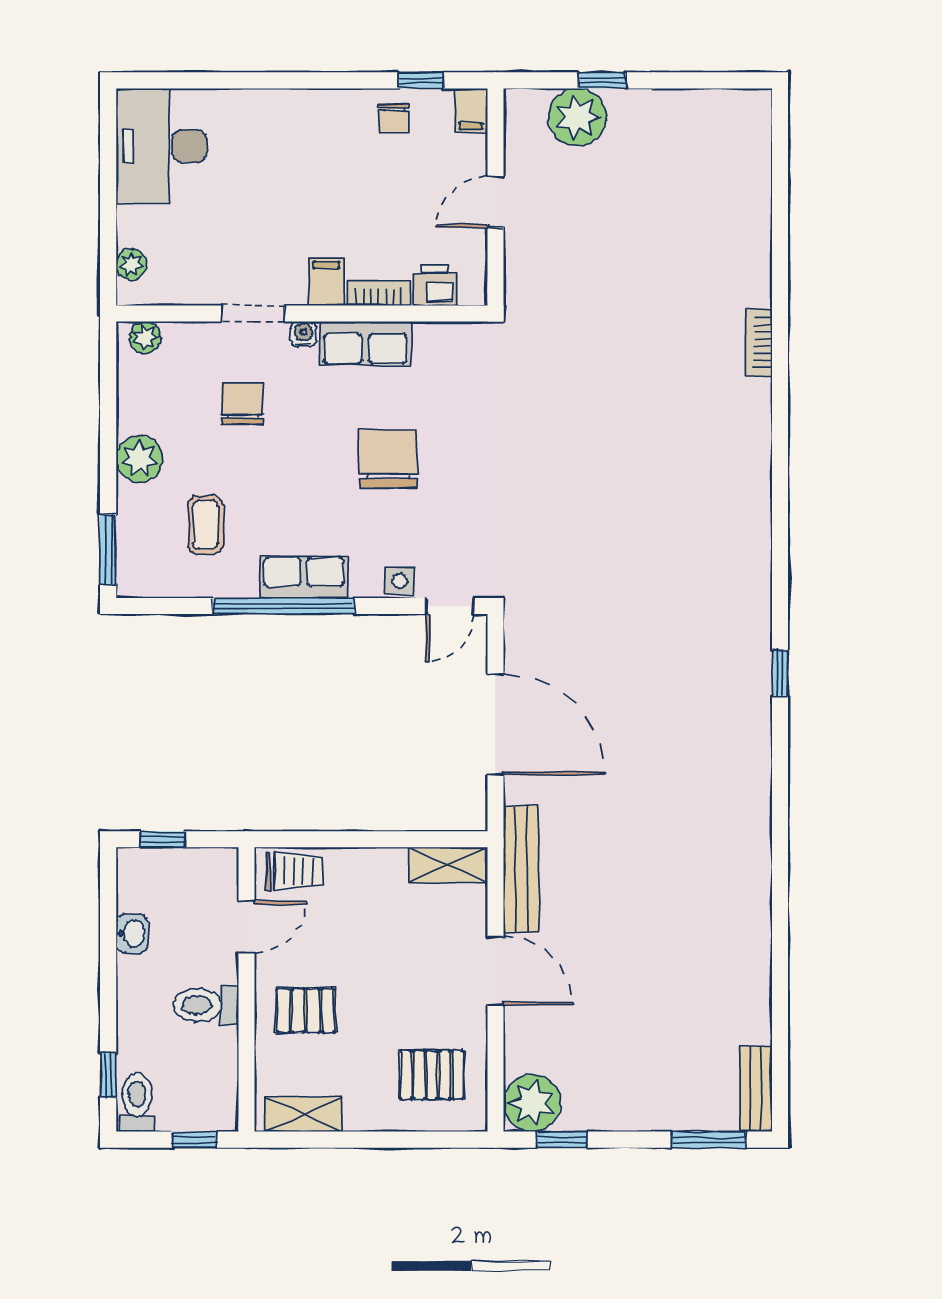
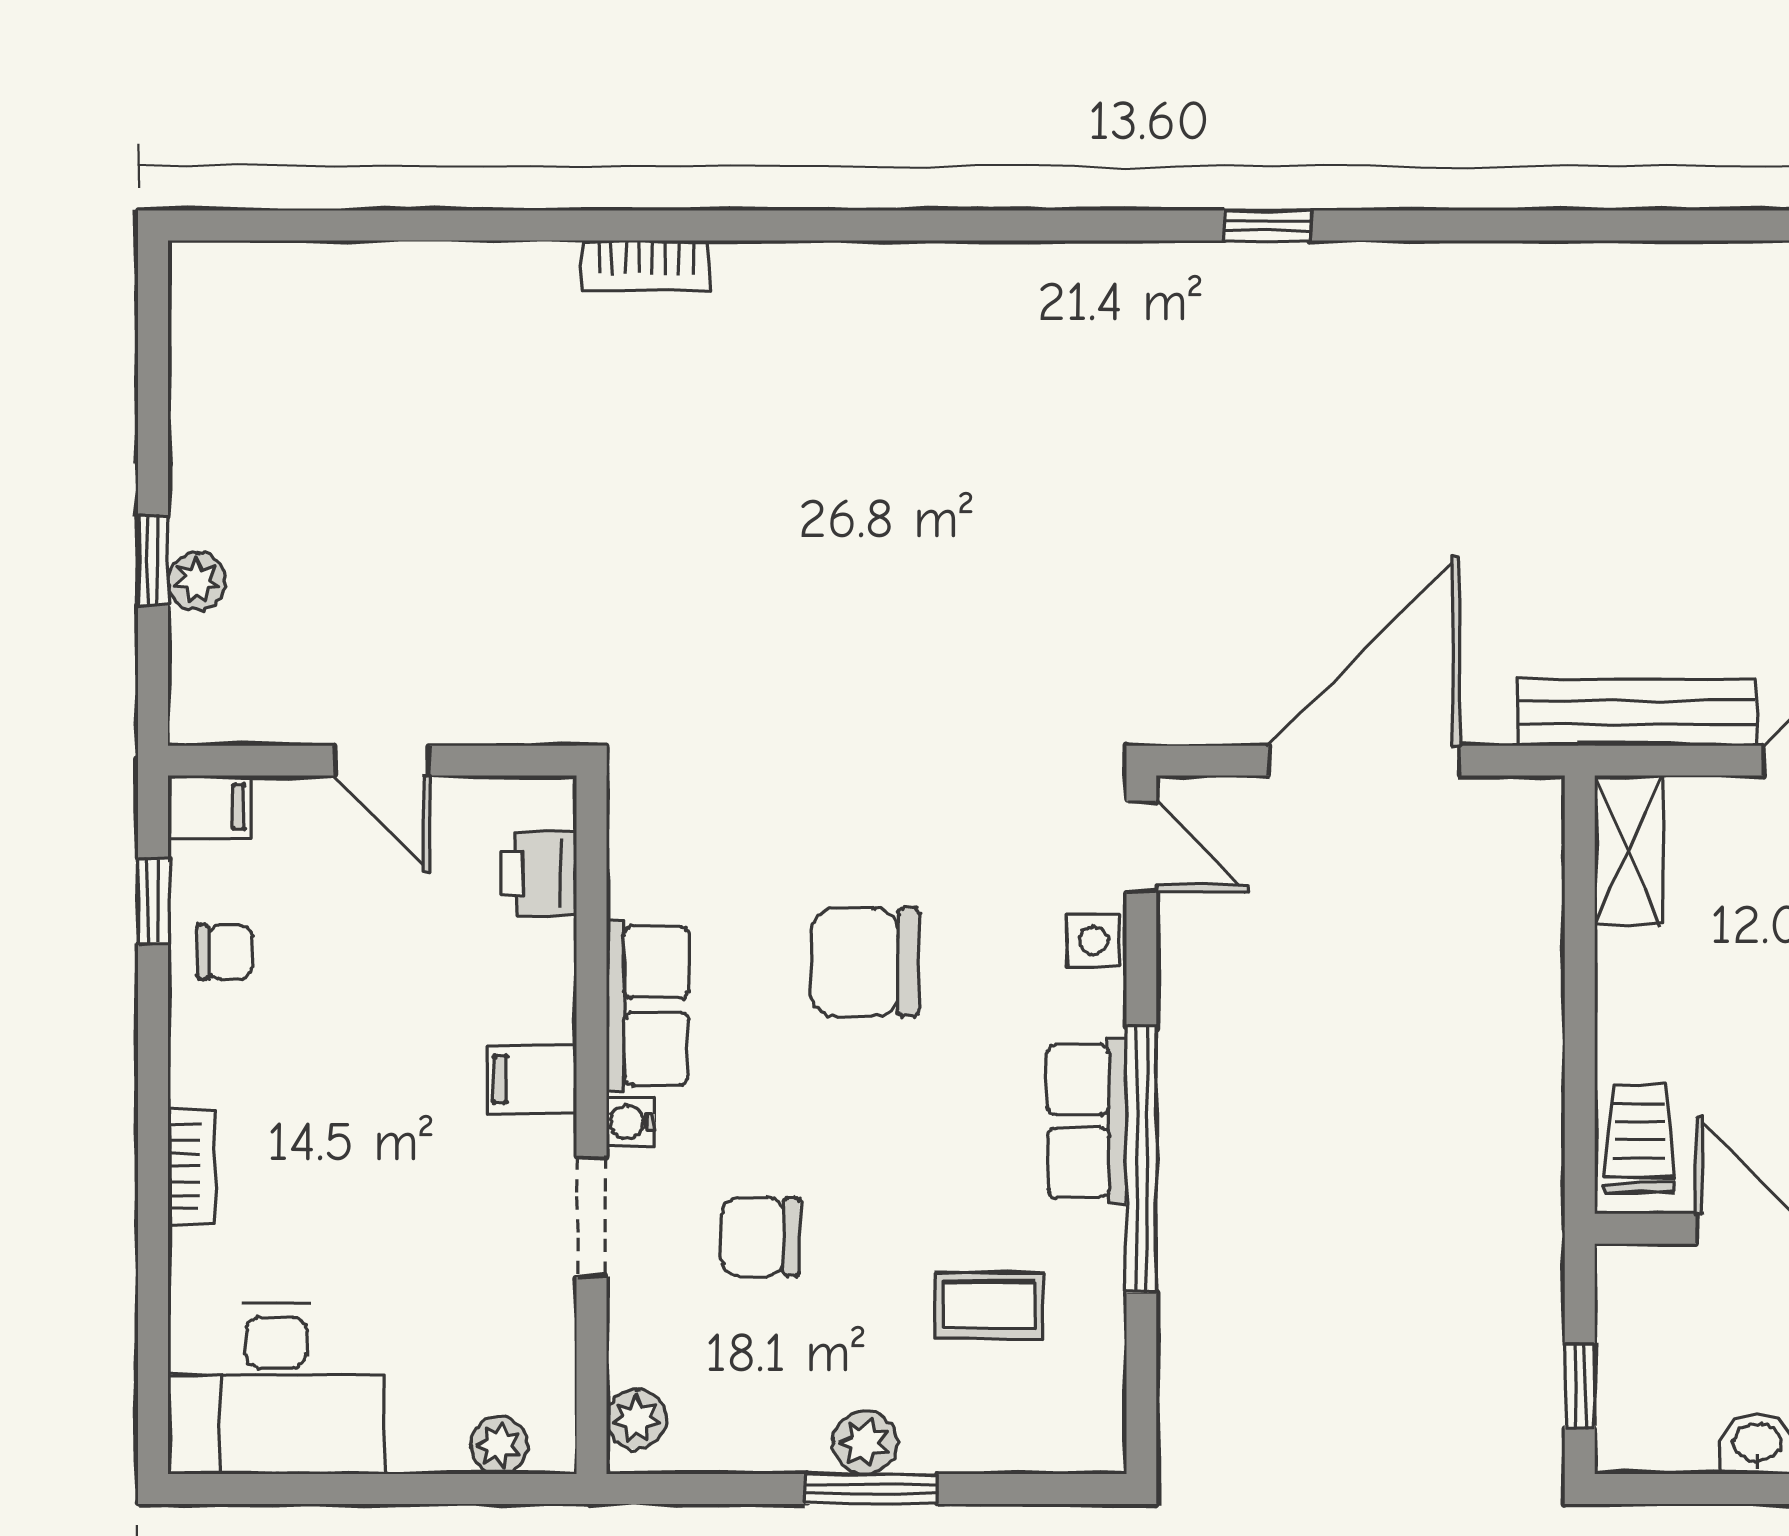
plant: (577, 117) -> (197, 581), width x0.53, depth x0.53
bookcase: (379, 293) -> (191, 1167), moved, turned 180
plant: (139, 459) -> (865, 1442), width x0.73, depth x0.73
window: (108, 550) -> (871, 1489), moved

